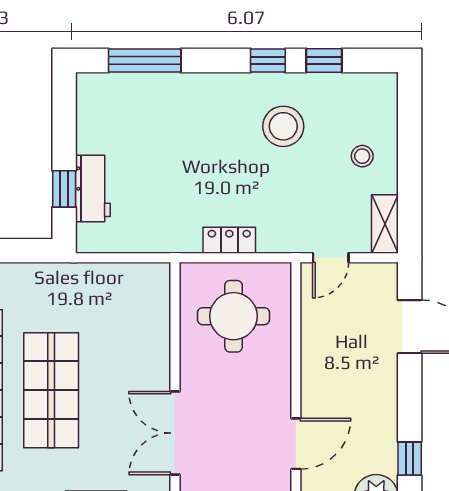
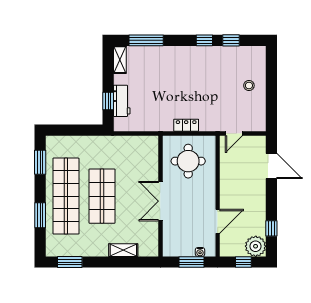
stool: (283, 126) -> (212, 71), removed
shelving: (385, 224) -> (120, 60), moved
double door: (175, 433) -> (160, 201), moved

